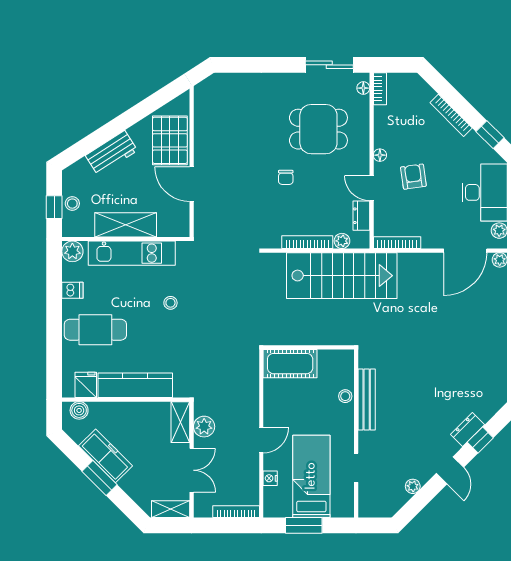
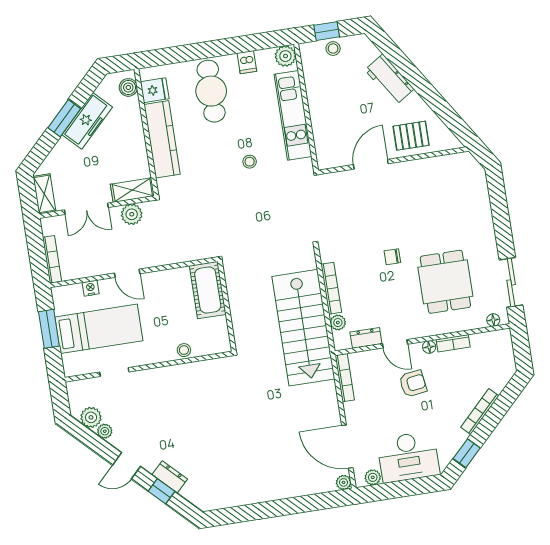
bookcase: (380, 89) -> (453, 343), moved
pallet: (170, 140) -> (411, 136), width x0.67, depth x0.71
door: (372, 188) -> (395, 344), swing flipped
shelving: (126, 225) -> (320, 105), removed
bench: (367, 399) -> (184, 372), removed
plant: (397, 498) -> (91, 417), added

